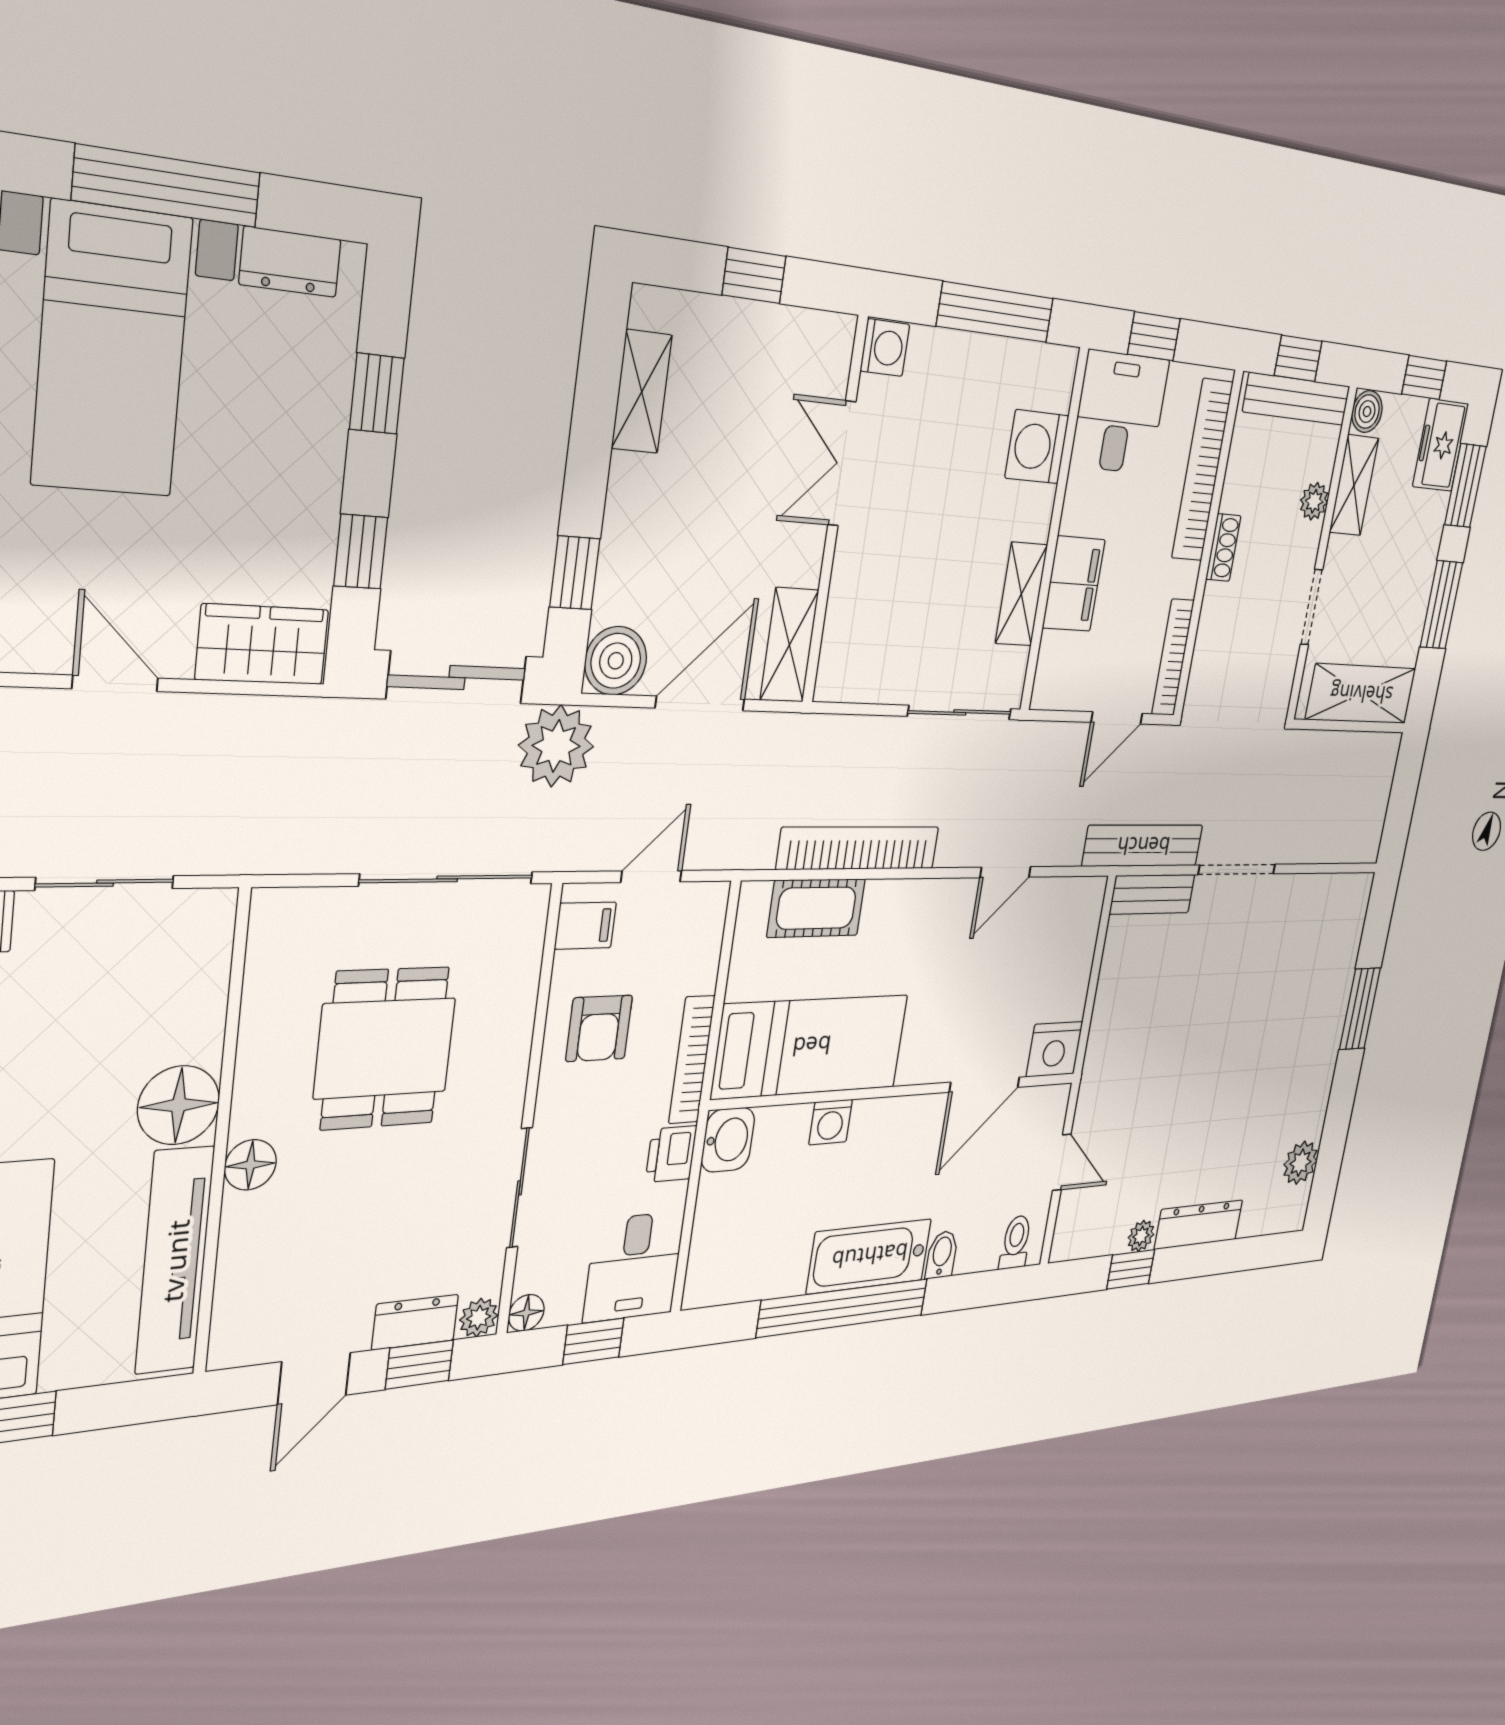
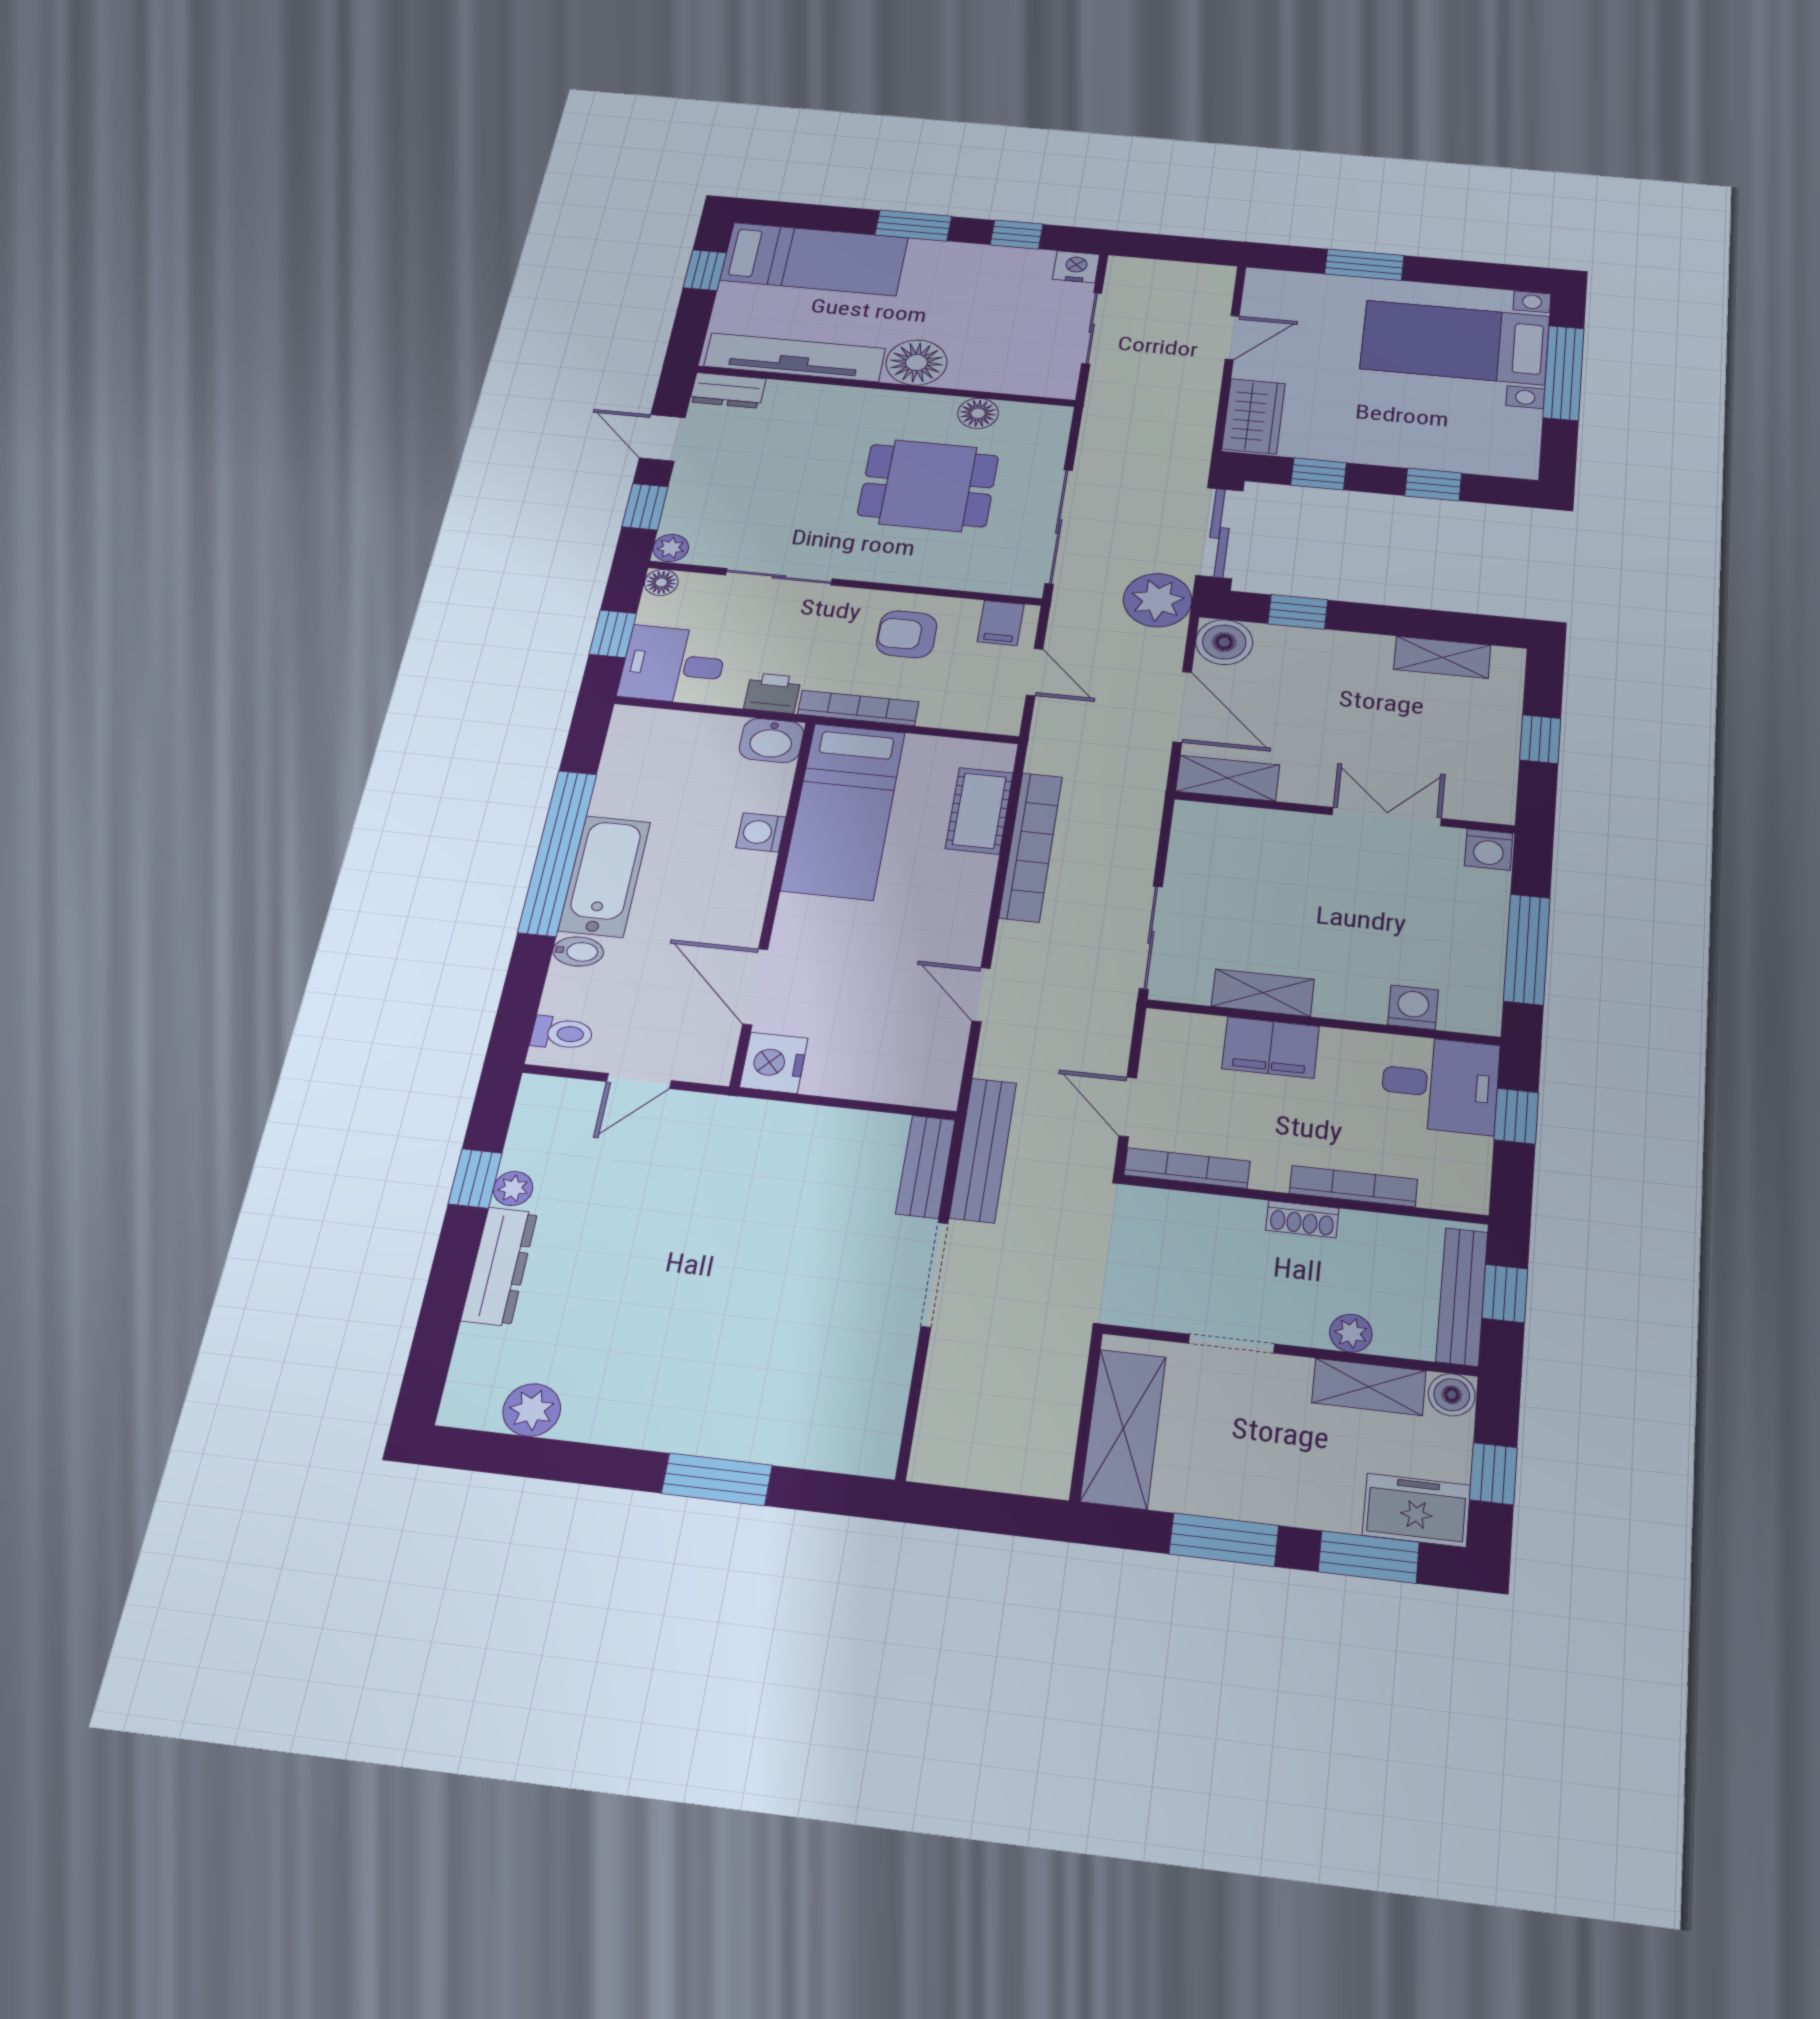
dresser: (290, 262) -> (1521, 436), removed
washing machine: (1037, 447) -> (1413, 1007), width x0.73, depth x0.73
bookcase: (1202, 470) -> (1353, 1186), width x0.68, depth x0.76
floor lamp: (250, 1165) -> (978, 413), moved
dresser: (415, 1322) -> (728, 390), moved, turned 90

